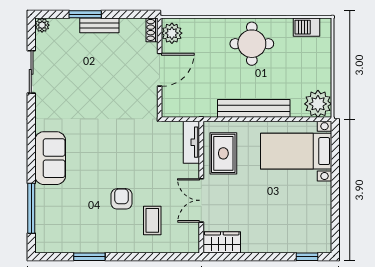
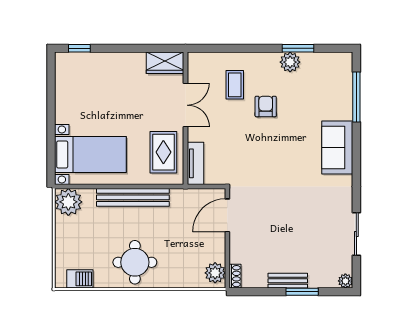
door: (160, 70) -> (227, 215), moved
armchair: (121, 199) -> (266, 106), turned 180
plant: (97, 243) -> (290, 62), added

